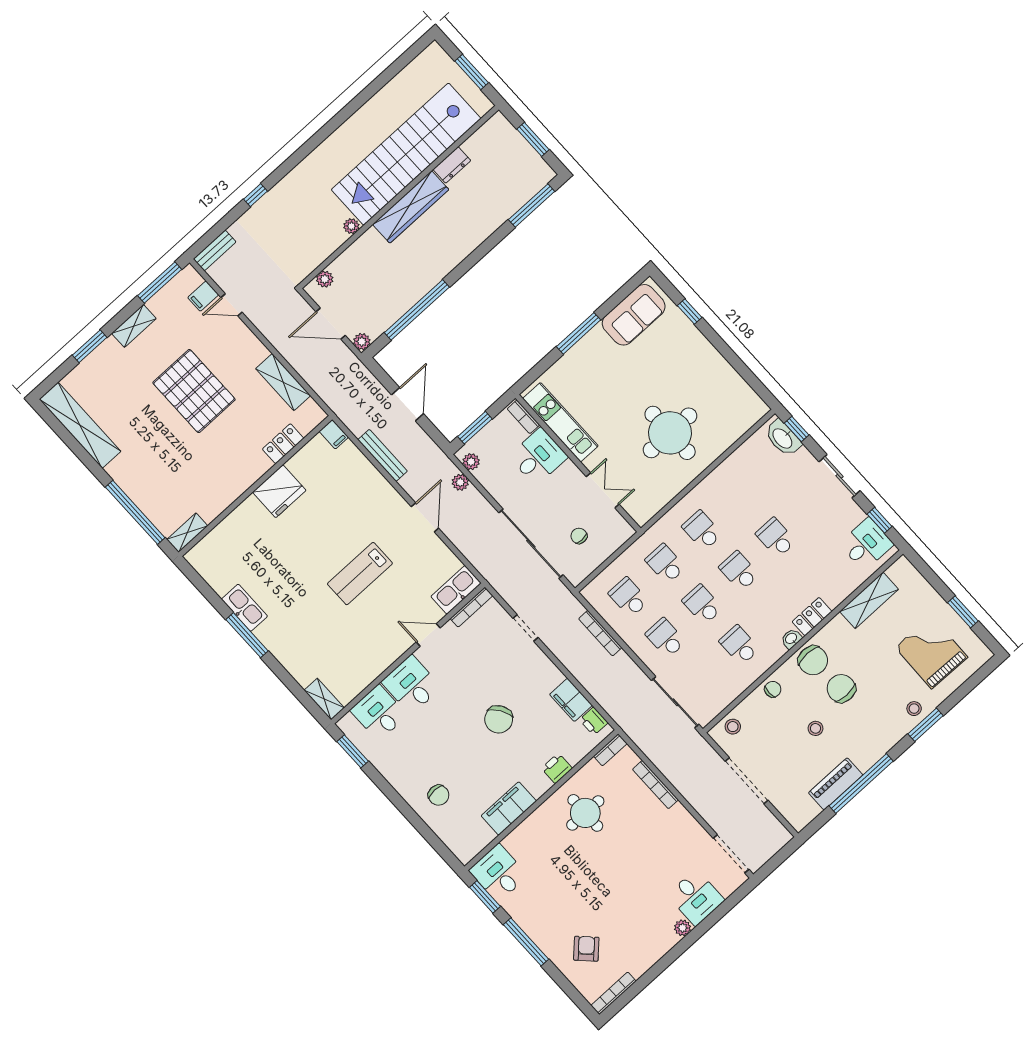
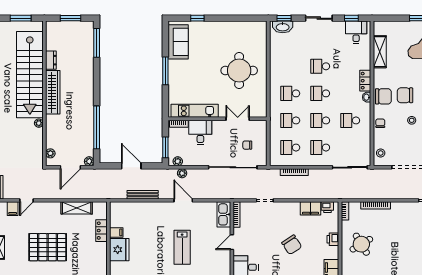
filing cabinet: (334, 434) -> (116, 232), moved
round table: (585, 813) -> (361, 244), turned -31

